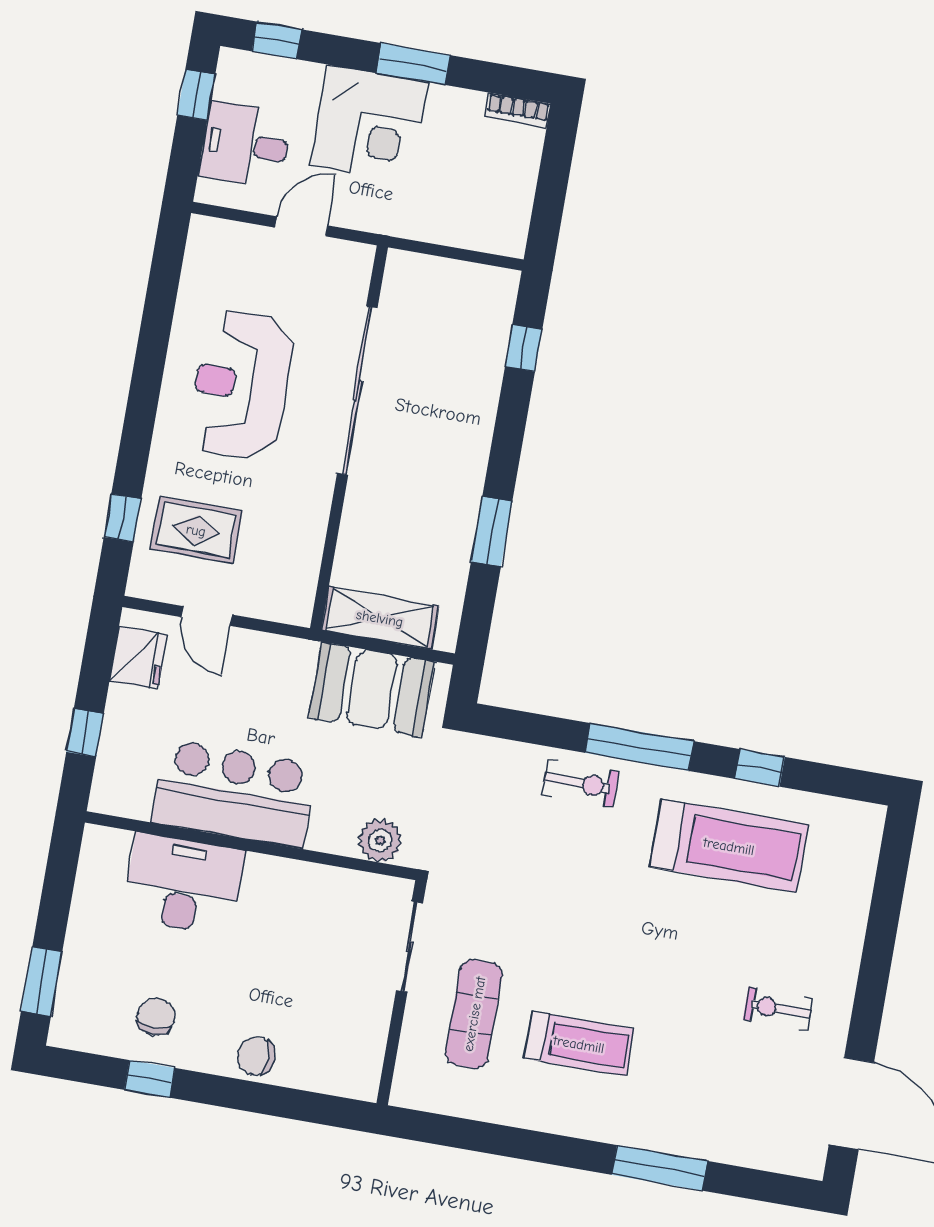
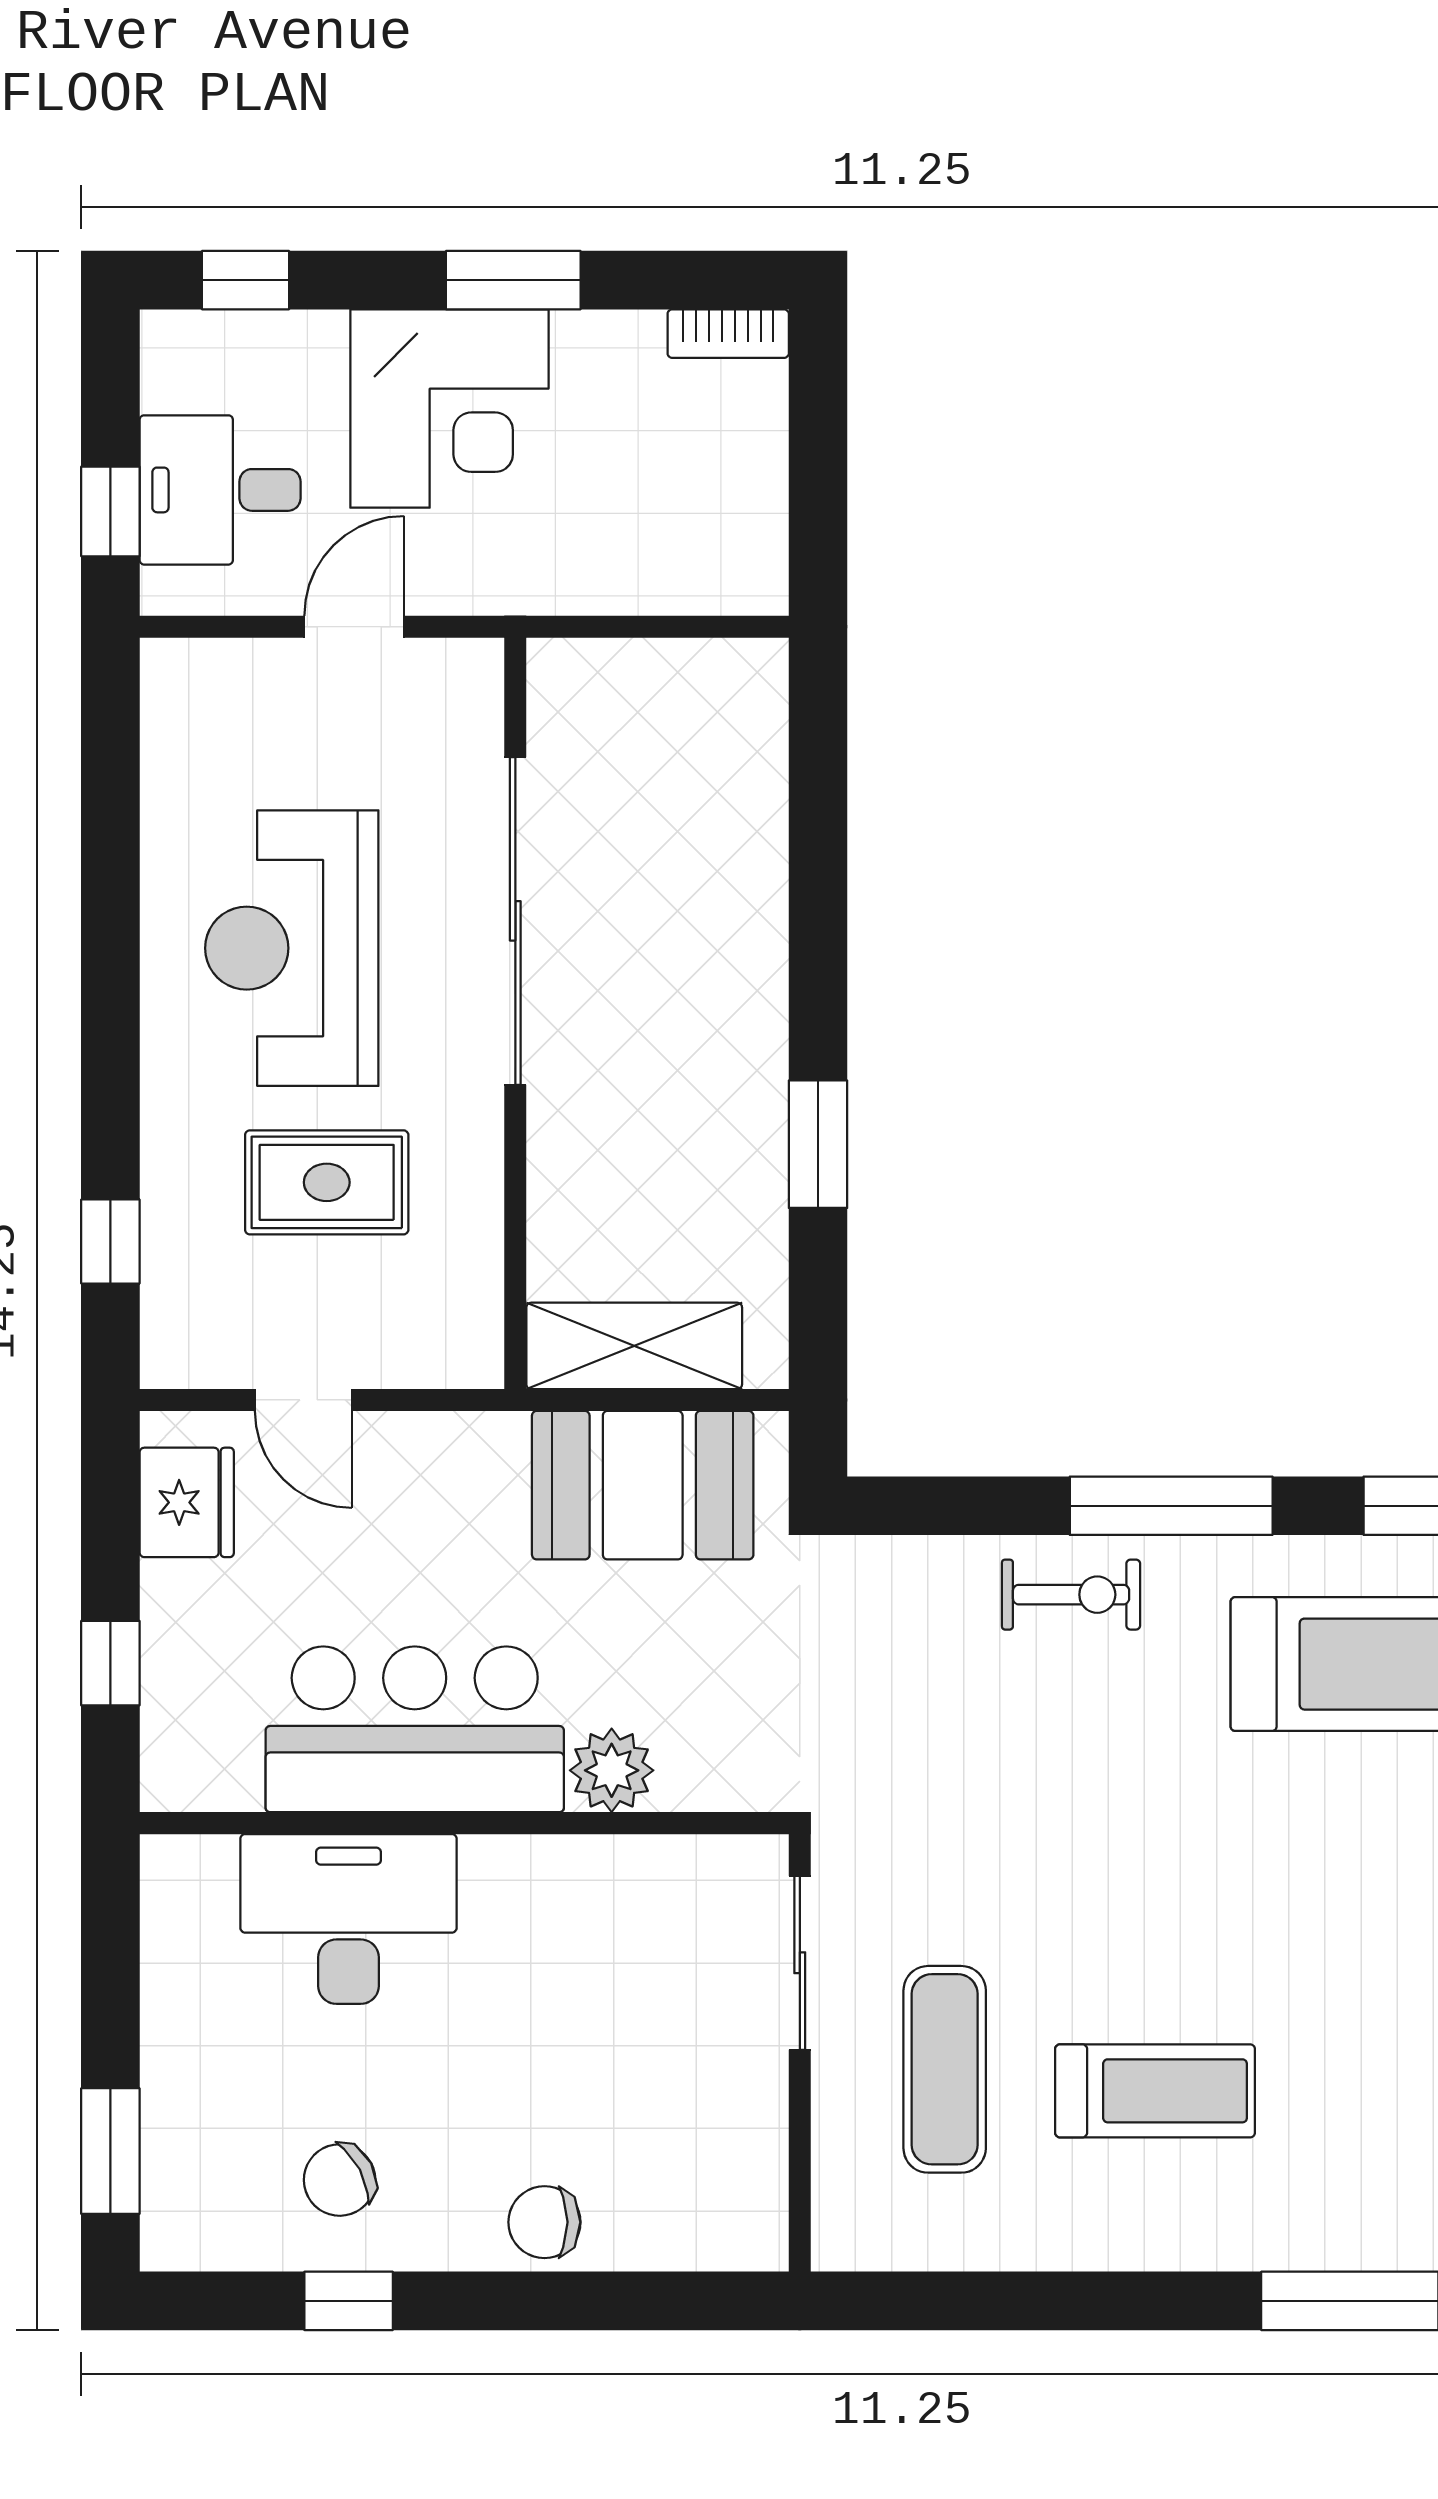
window: (196, 95) -> (110, 511), moved
window: (524, 348) -> (818, 784), removed
rug: (196, 530) -> (327, 1182), moved
plant: (380, 841) -> (612, 1770), moved
chair: (156, 1017) -> (340, 2180), turned -118

